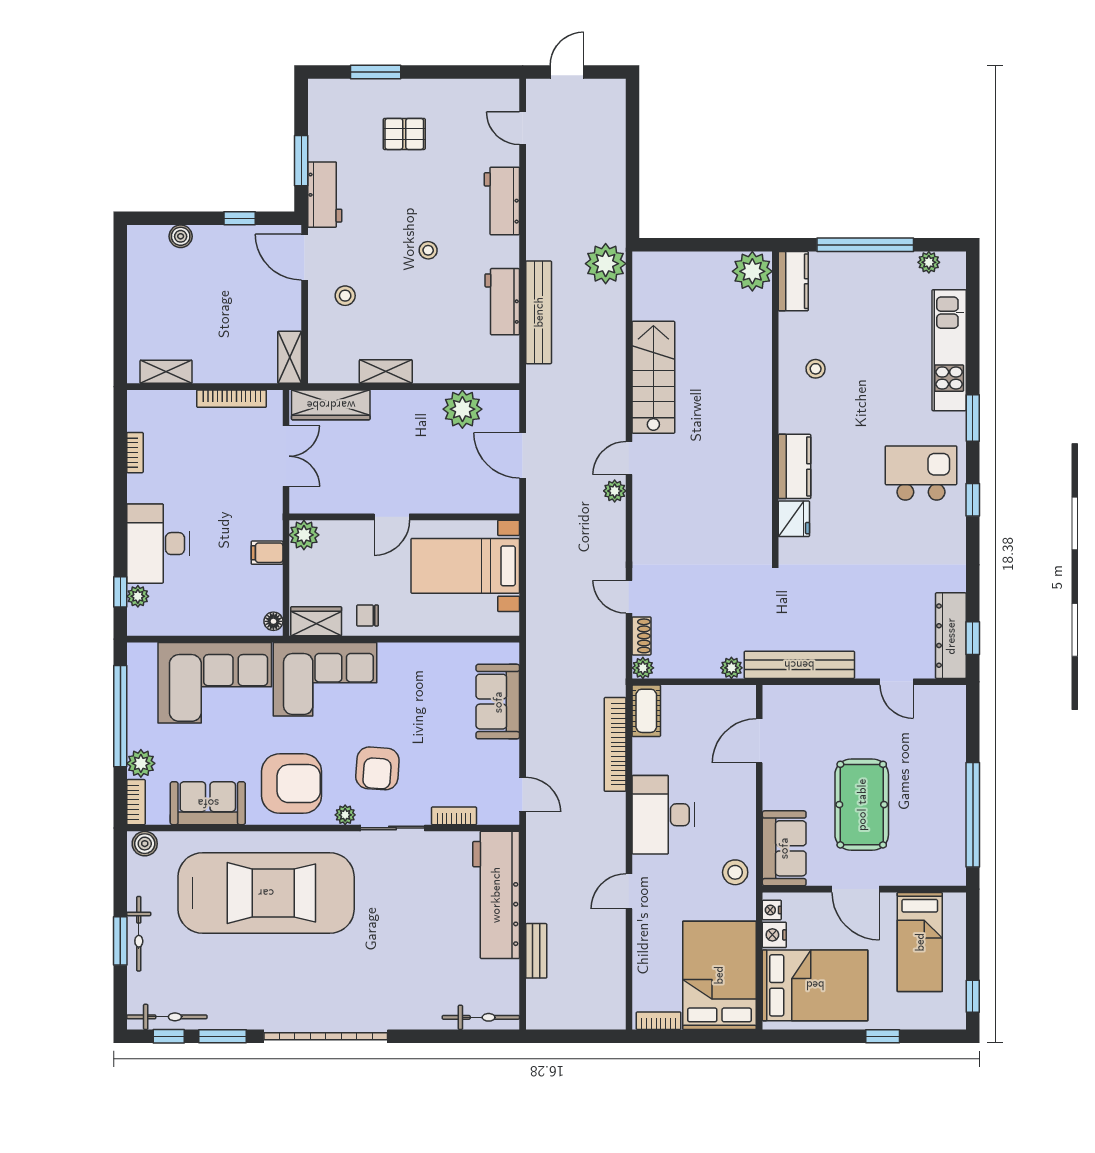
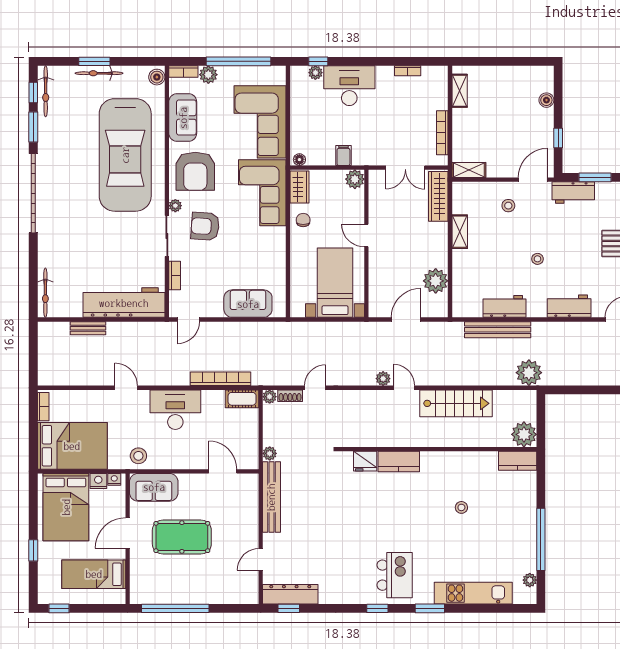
plant: (752, 271) -> (524, 434), moved
kitchen counter: (793, 281) -> (518, 461), moved
wall: (775, 407) -> (437, 449), moved
kitchen counter: (795, 466) -> (399, 462), moved
fridge: (794, 519) -> (365, 461), moved

